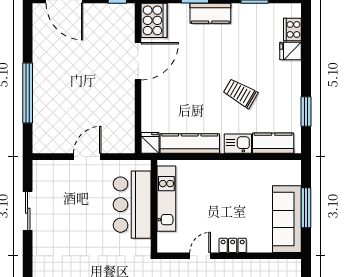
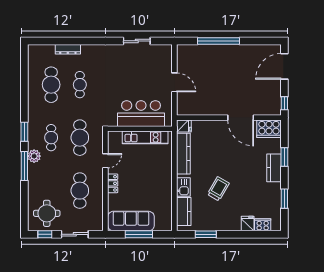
door: (200, 256) -> (105, 161), hinge flipped

